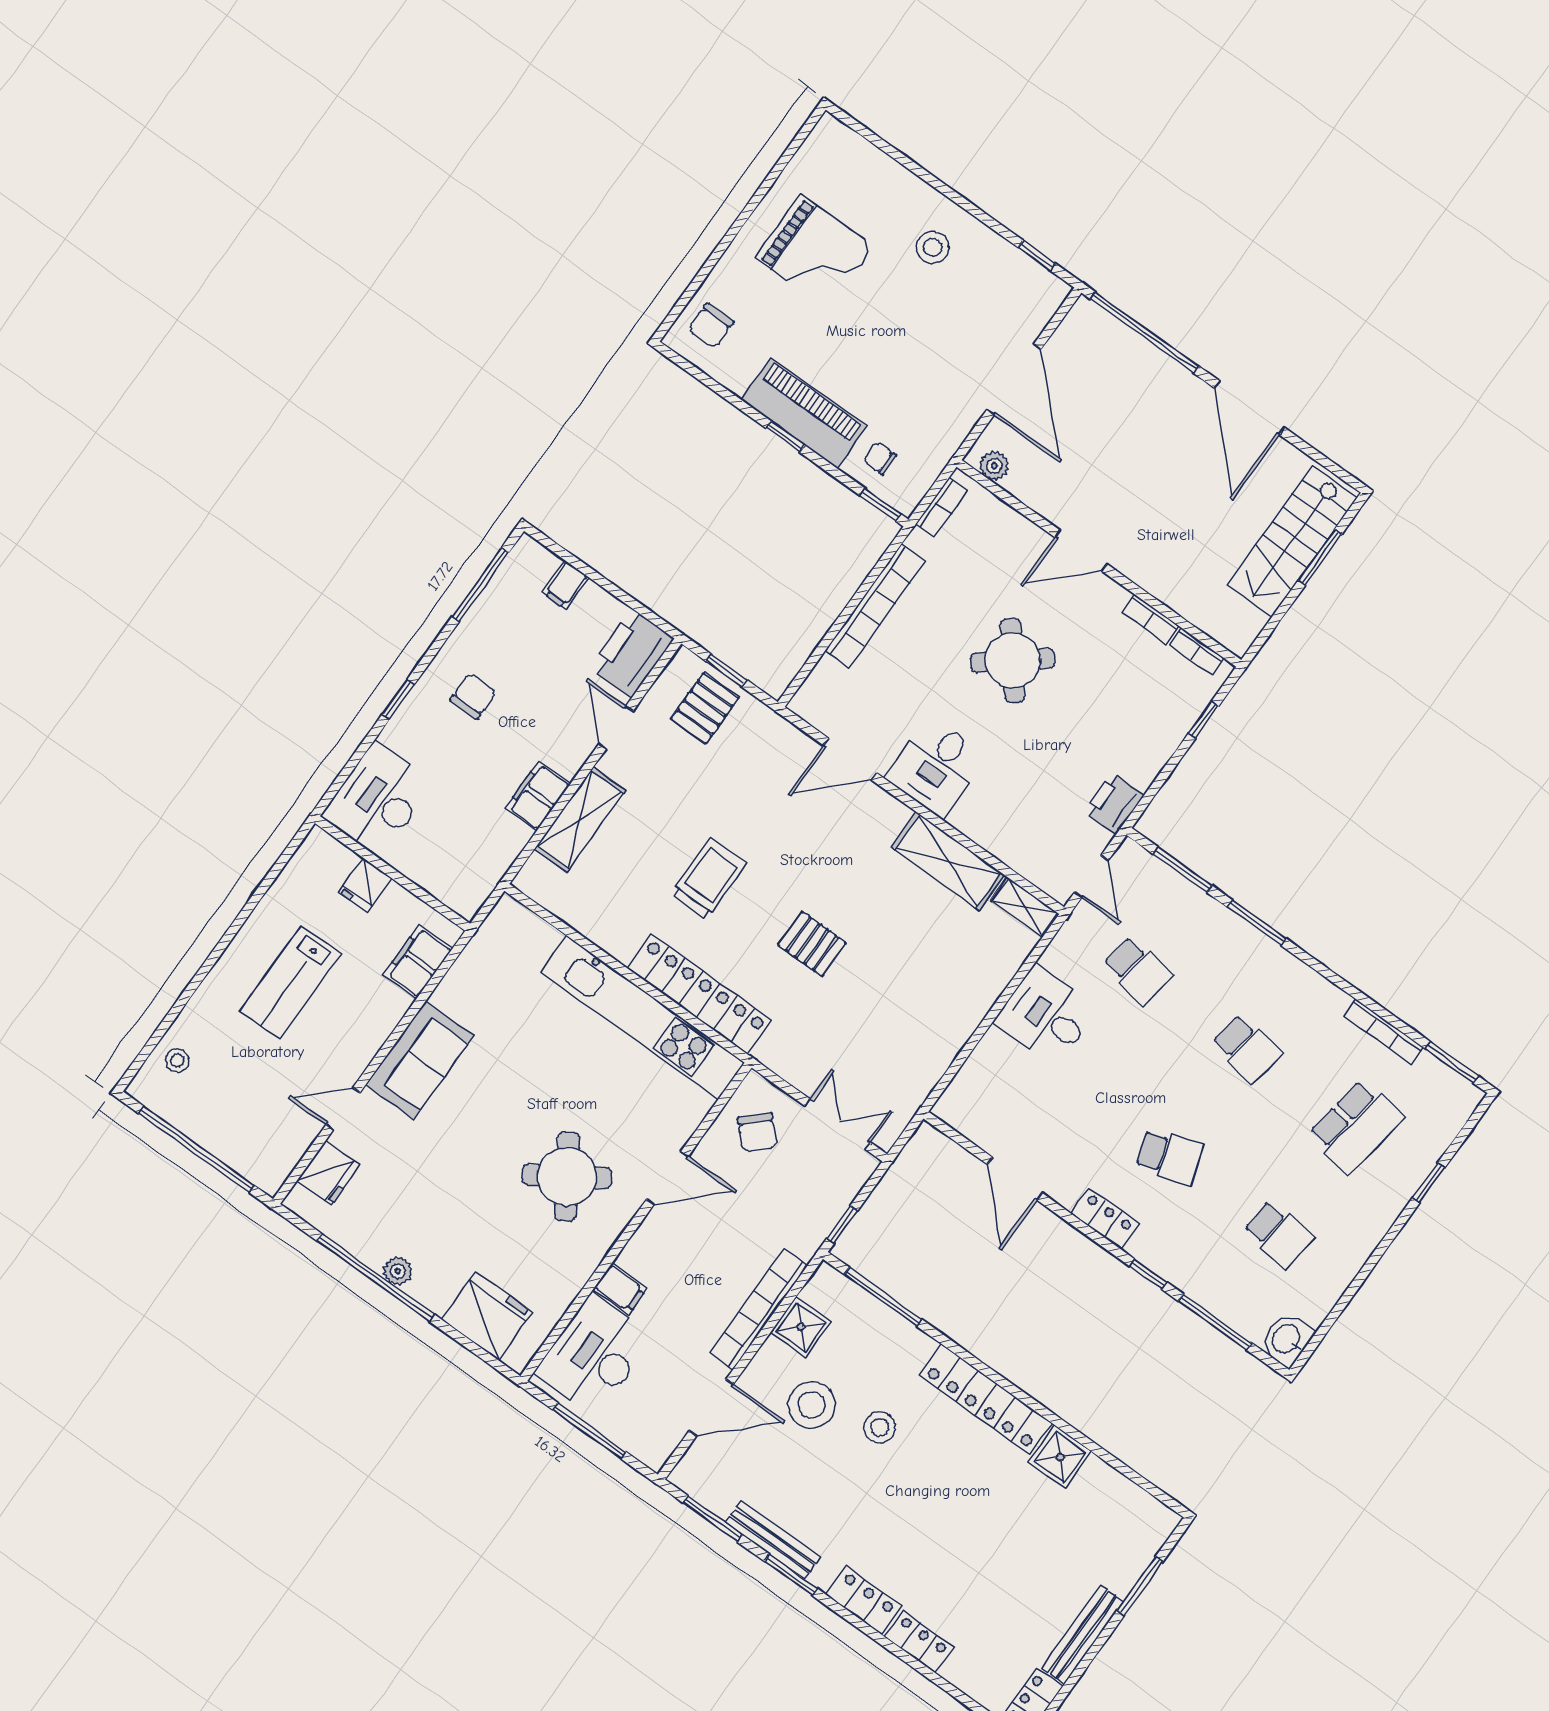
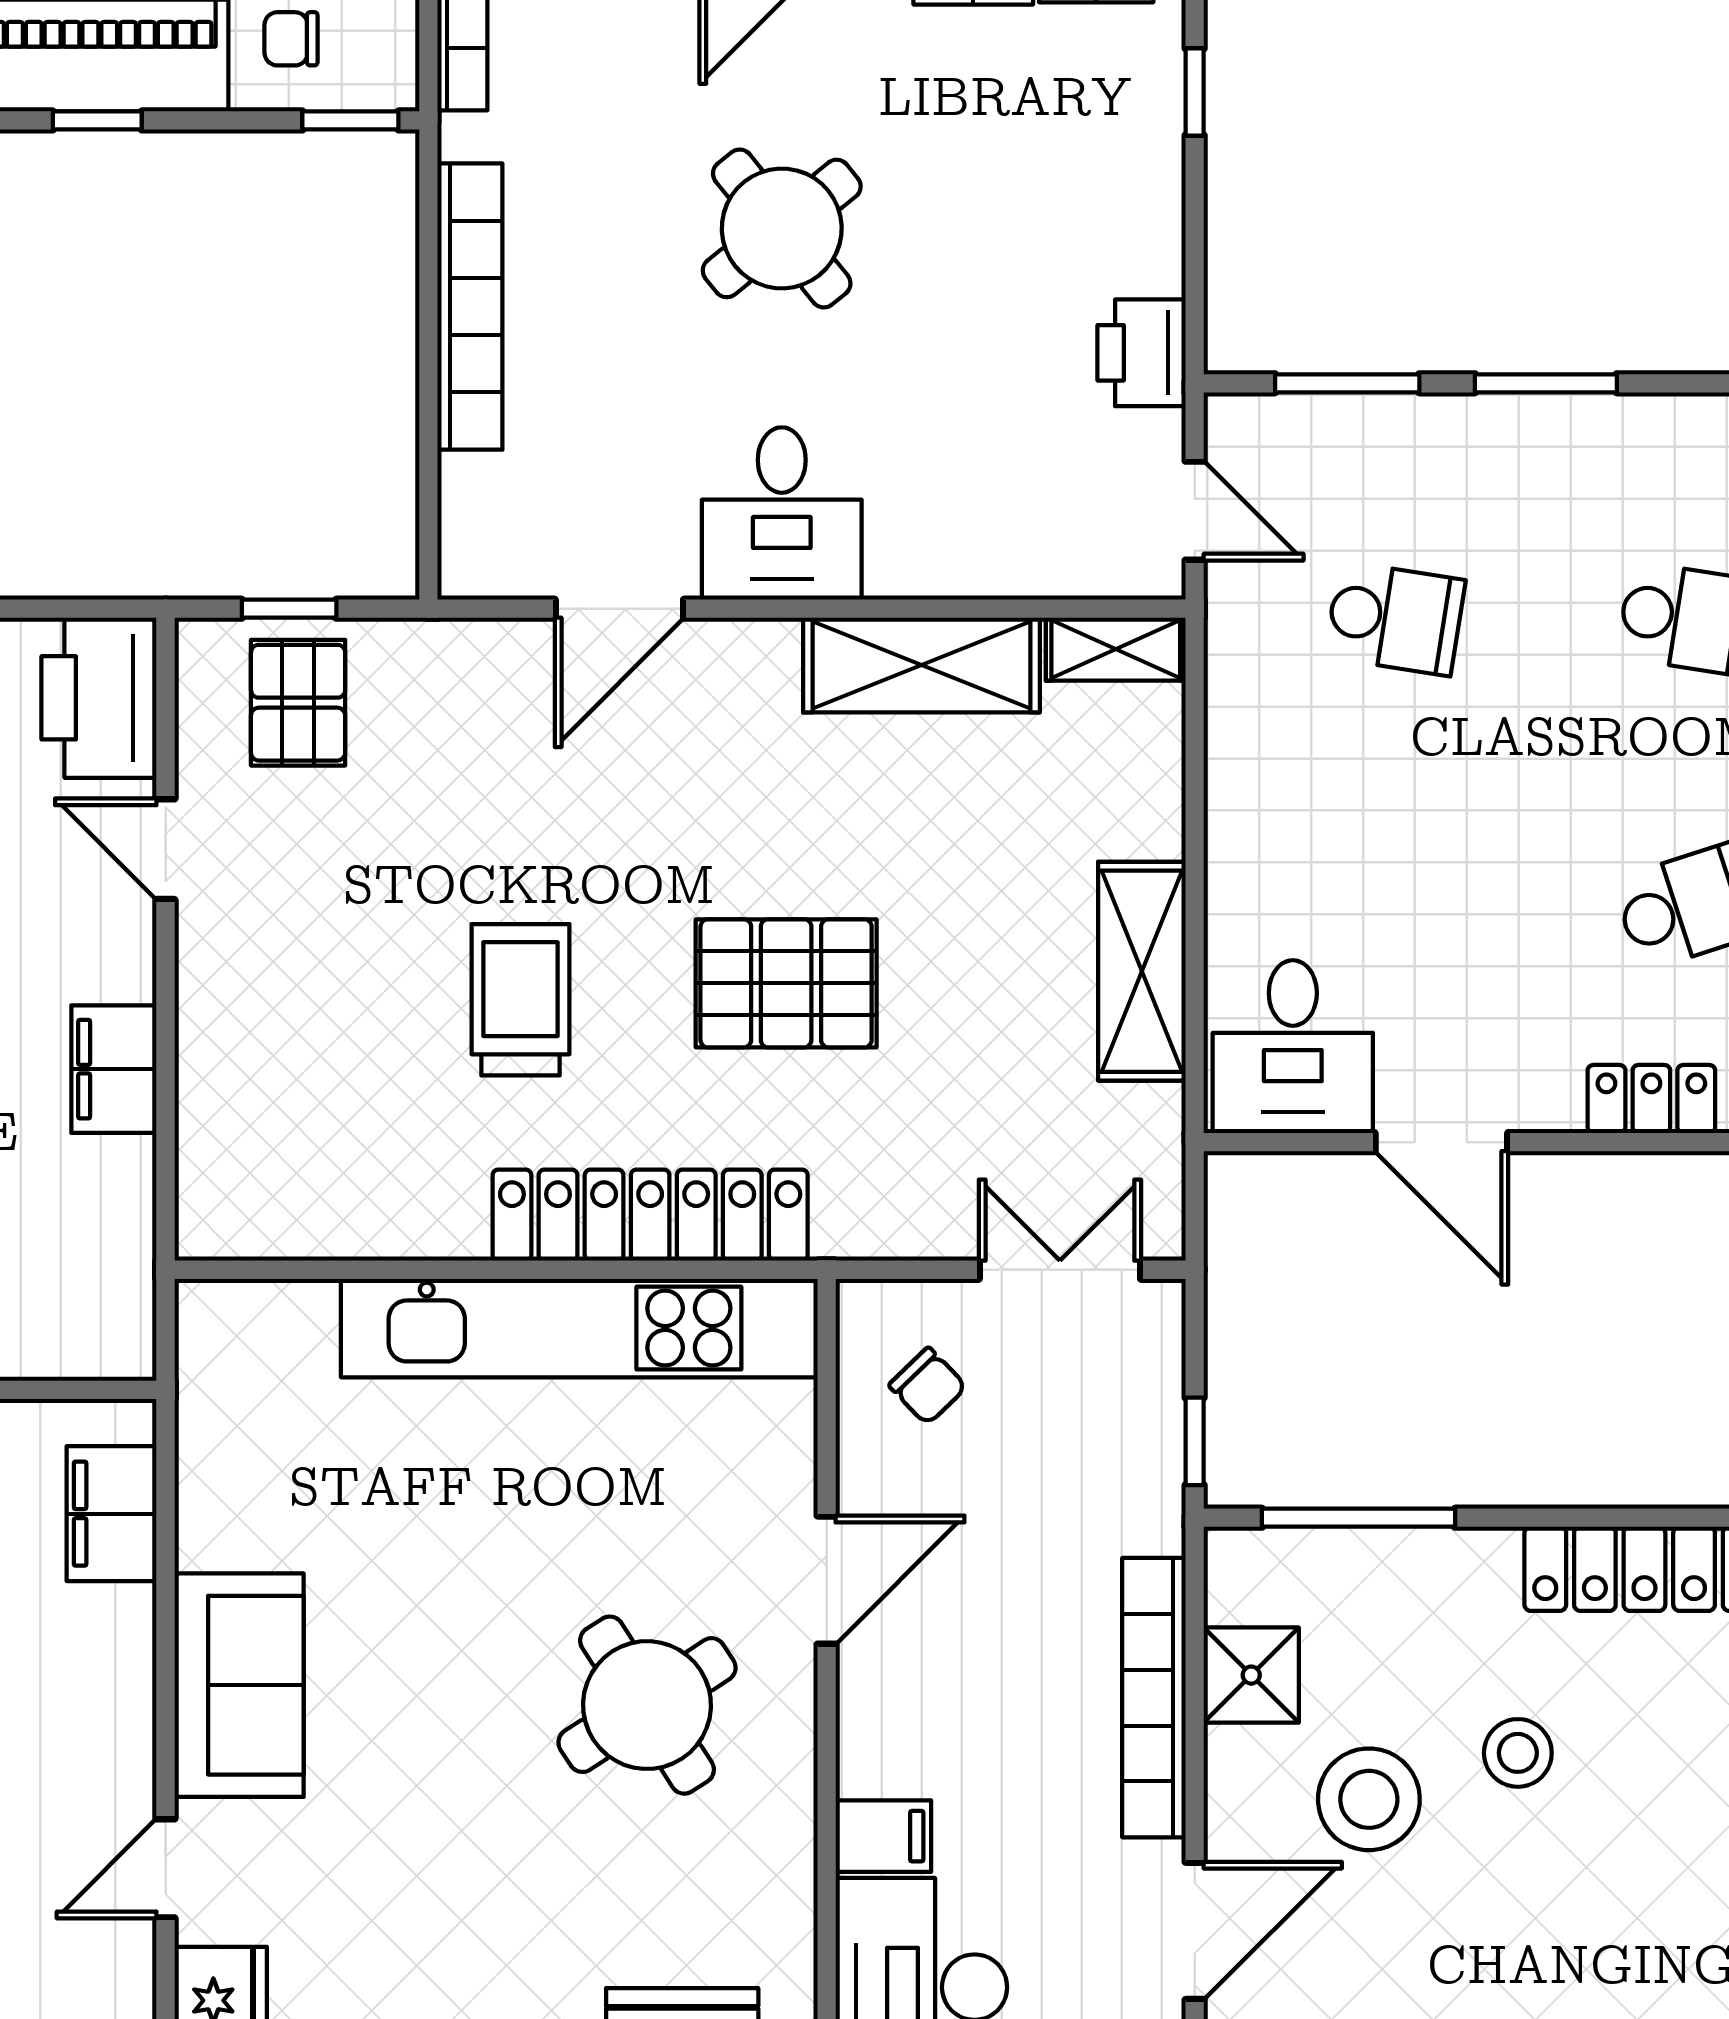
shelving: (580, 820) -> (1142, 971), moved
pallet: (812, 944) -> (786, 983), width x1.50, depth x1.42
desk: (1046, 1016) -> (1293, 1047), moved, turned -90
chair: (757, 1132) -> (928, 1386), width x0.73, depth x0.73

